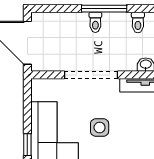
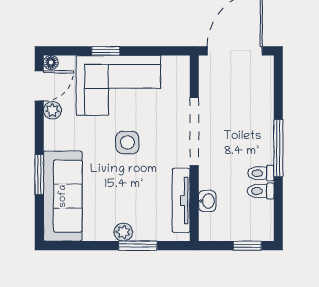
toilet: (95, 22) -> (261, 173), moved

